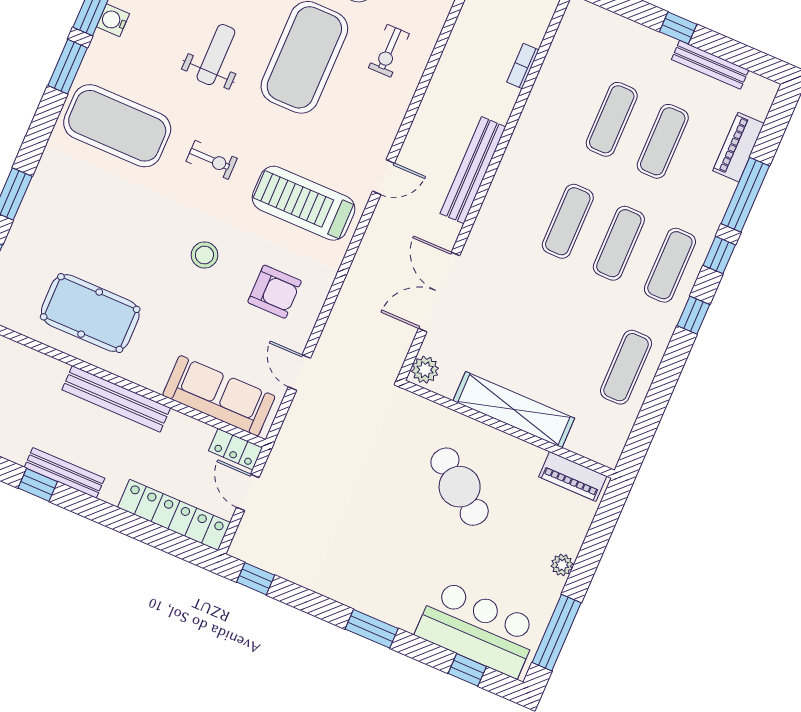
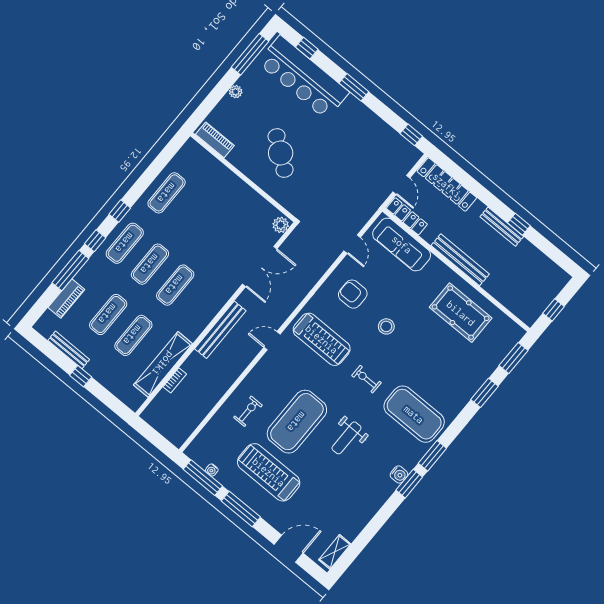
shelving: (514, 410) -> (163, 364), moved, turned 90
locker: (236, 449) -> (407, 216), width x1.53
bar counter: (478, 629) -> (303, 77), width x1.36

